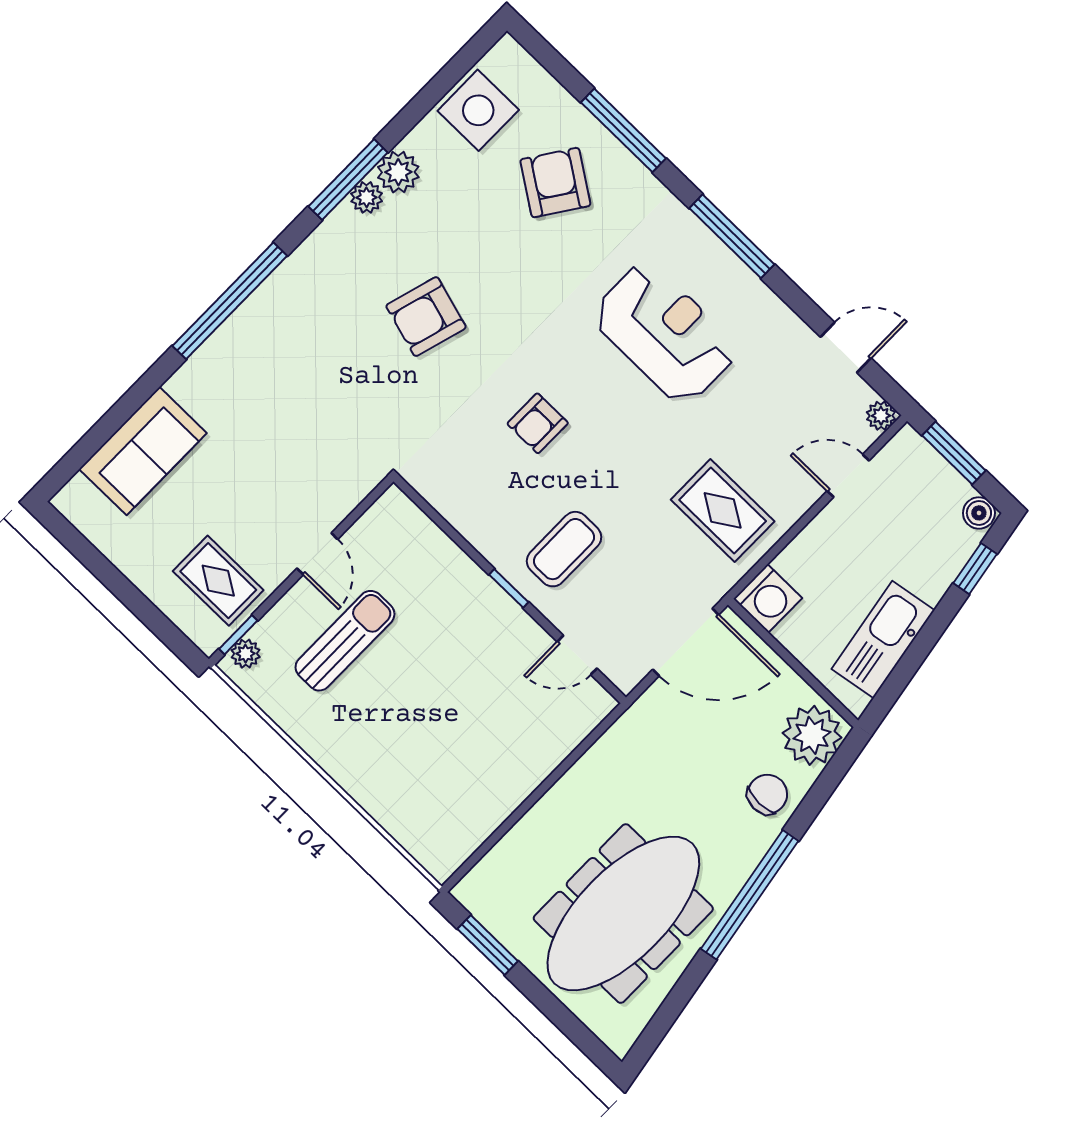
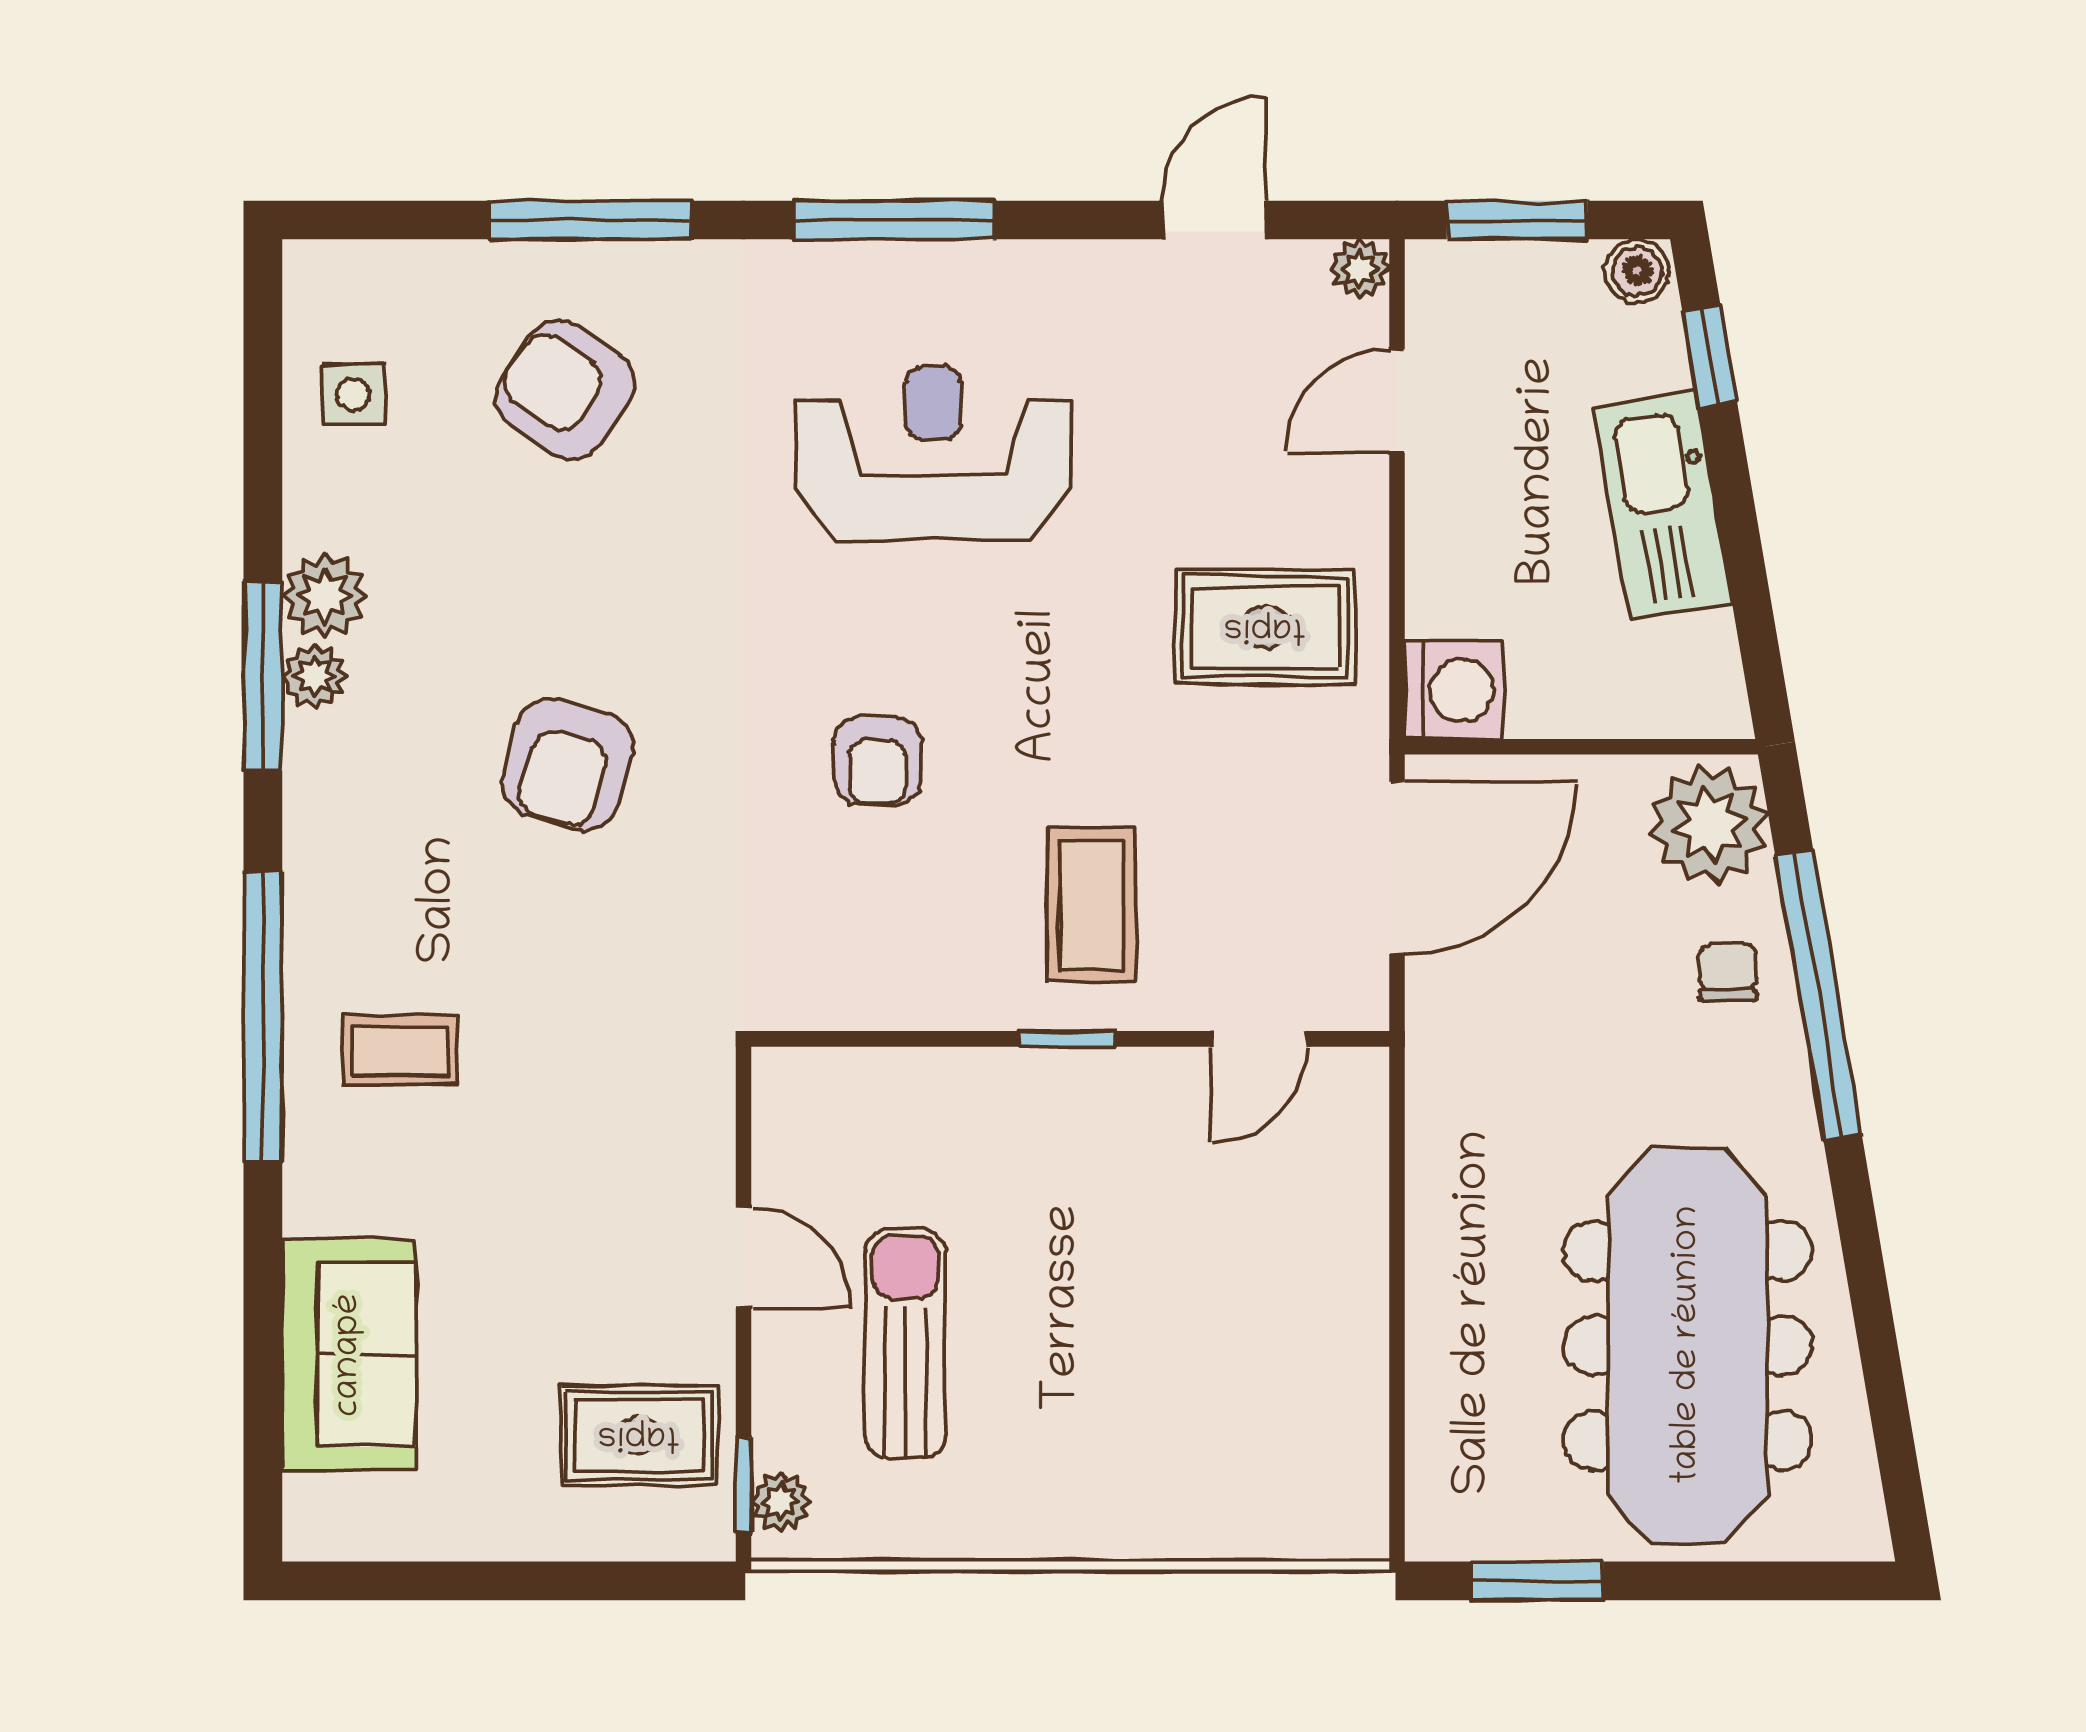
side table: (478, 110) -> (353, 395), width x0.54, depth x0.54
coffee table: (267, 360) -> (400, 1050), added
kitchen sink: (883, 640) -> (1663, 505), moved
chair: (767, 794) -> (1728, 972), width x0.73, depth x0.73
window: (750, 895) -> (1818, 995), moved

